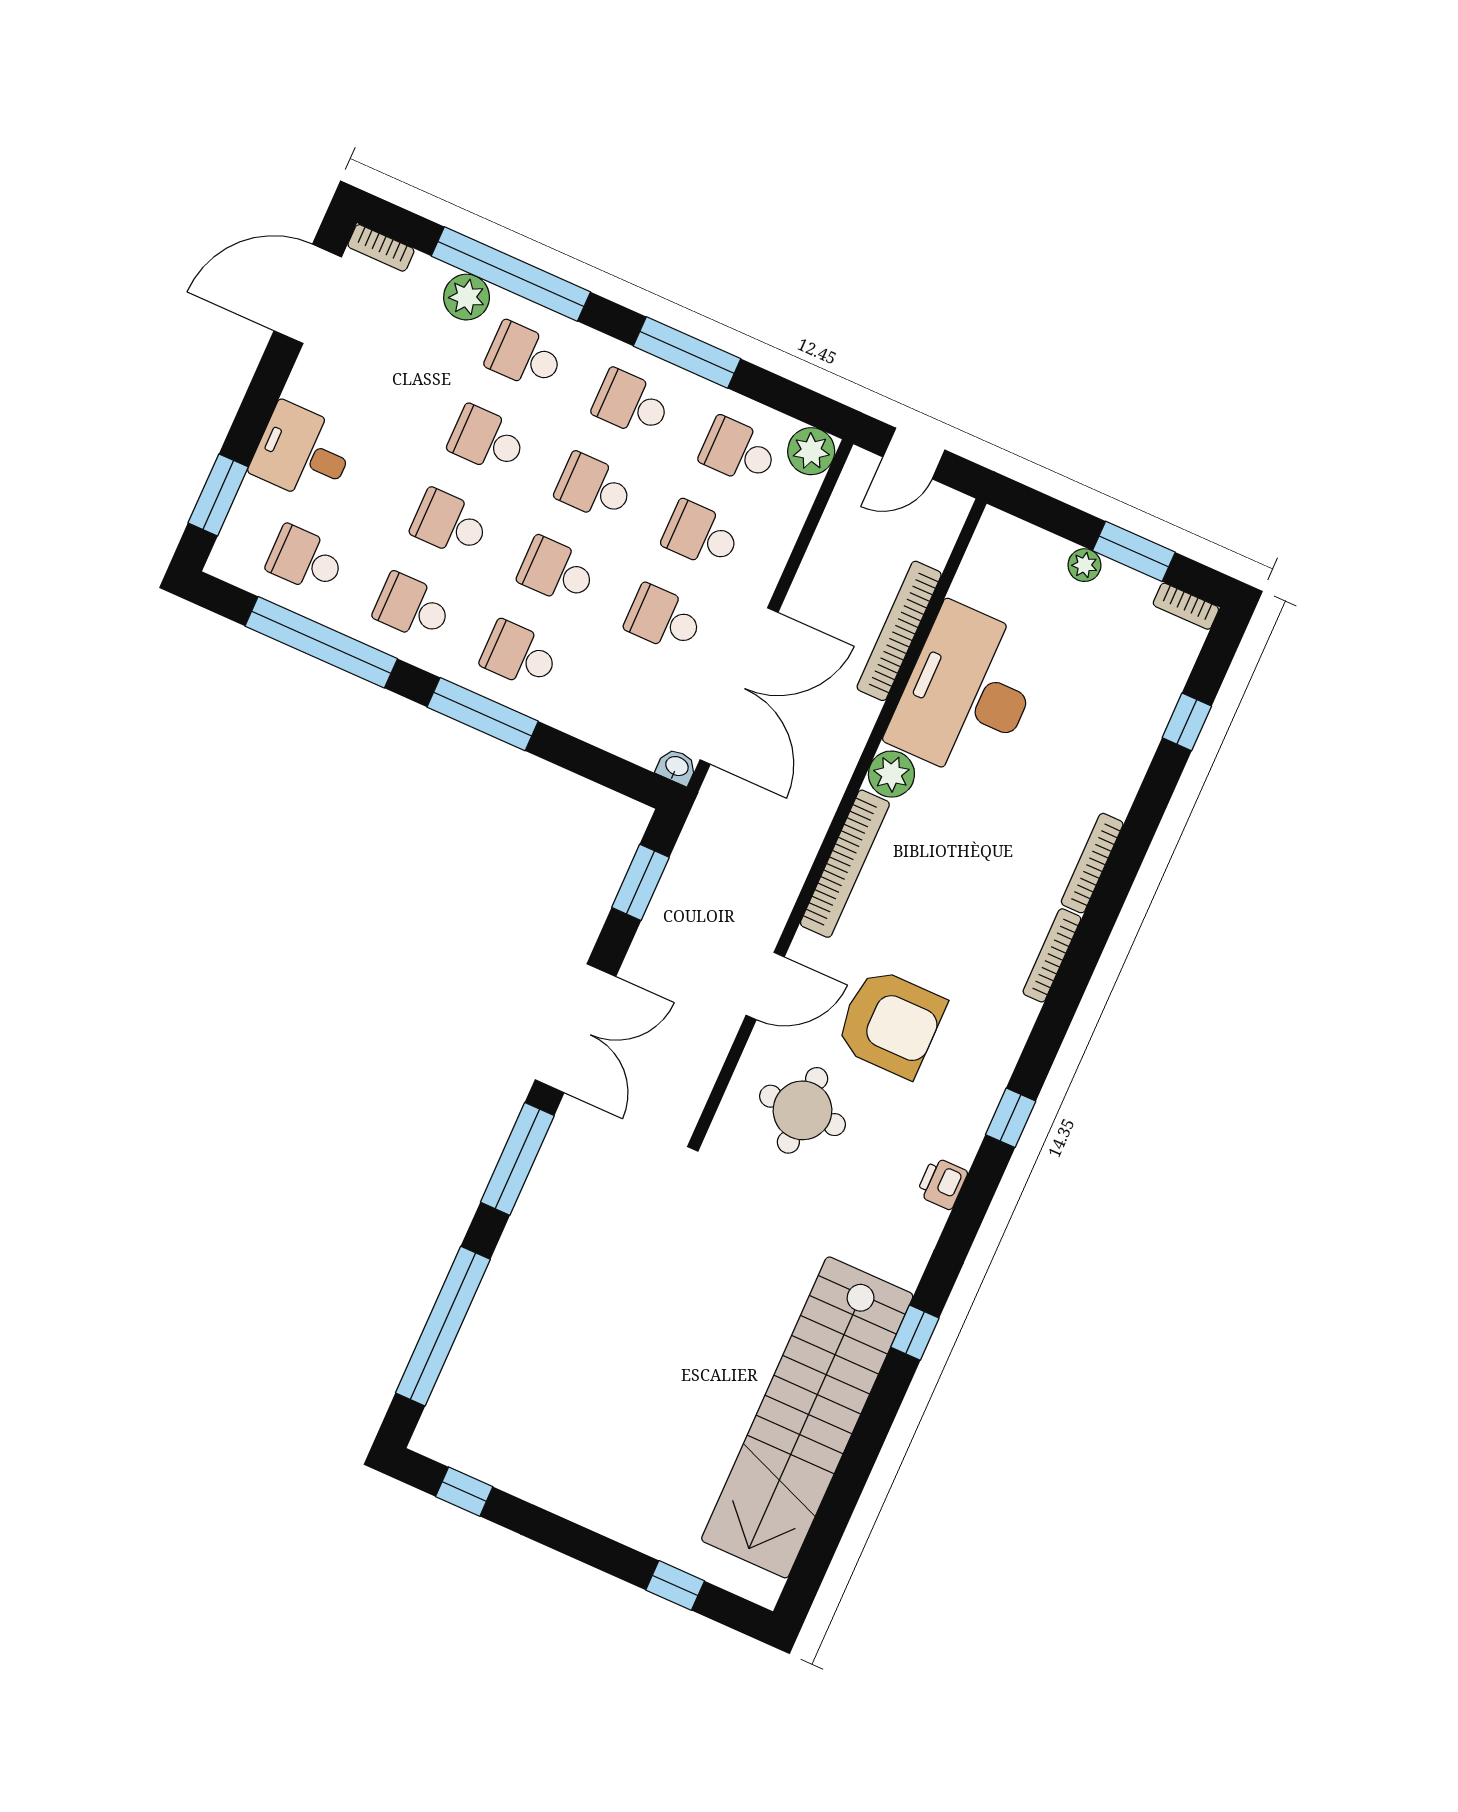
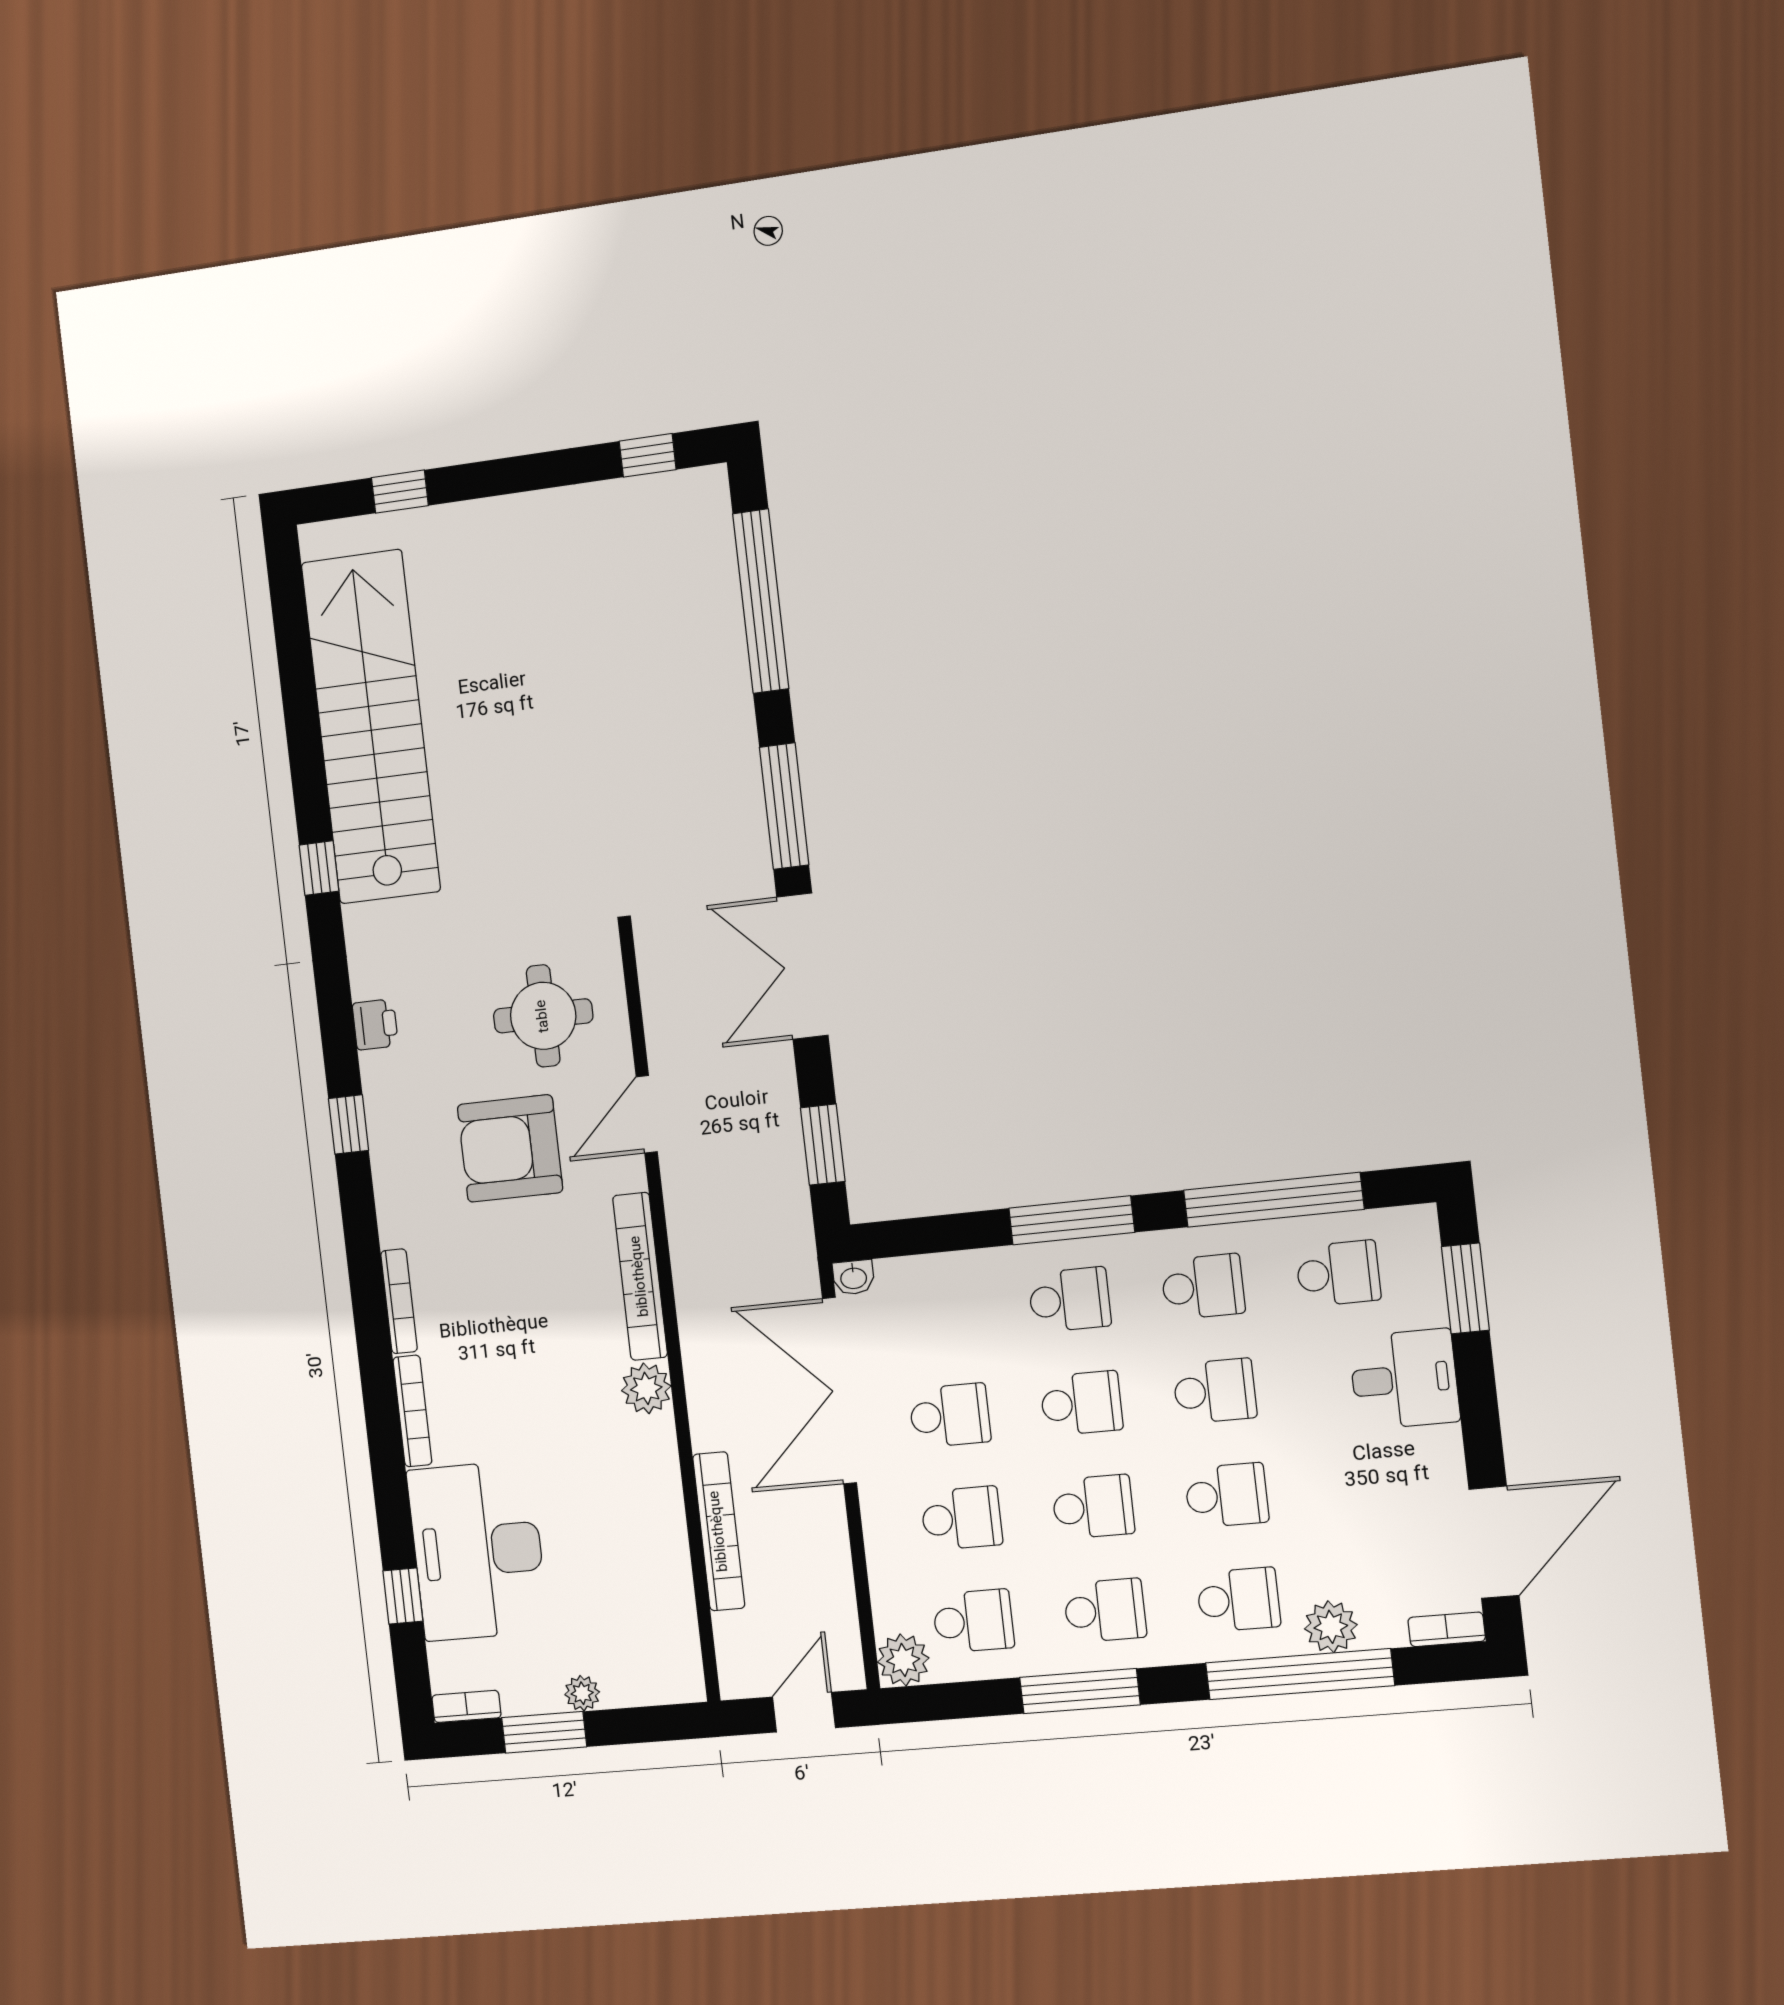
desk: (967, 693) -> (478, 1551), moved, turned 180

